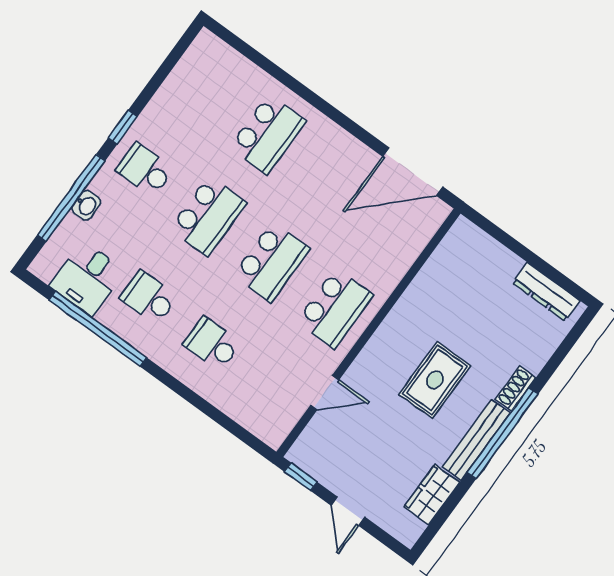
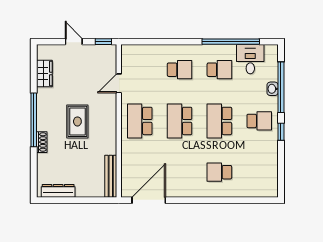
school desk: (268, 134) -> (219, 172), width x0.54
bench: (476, 440) -> (111, 176), moved

